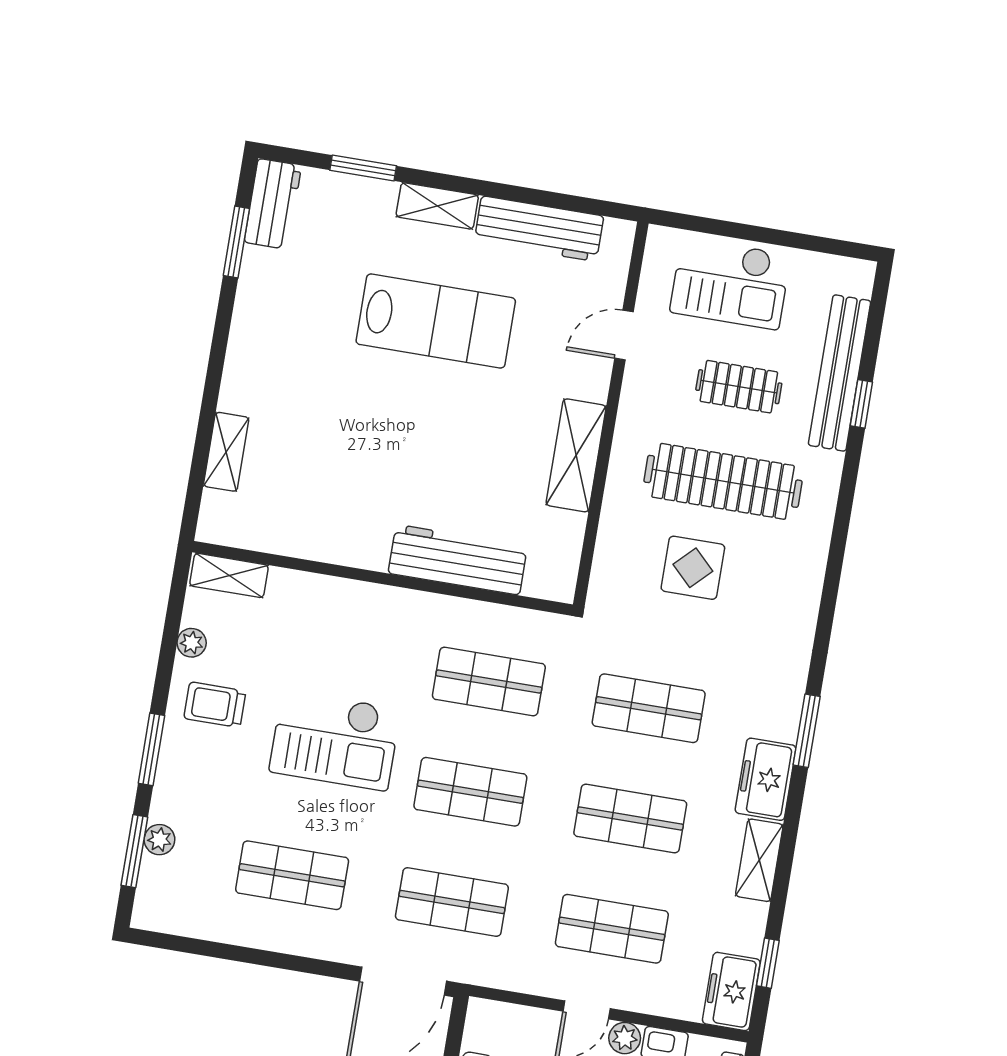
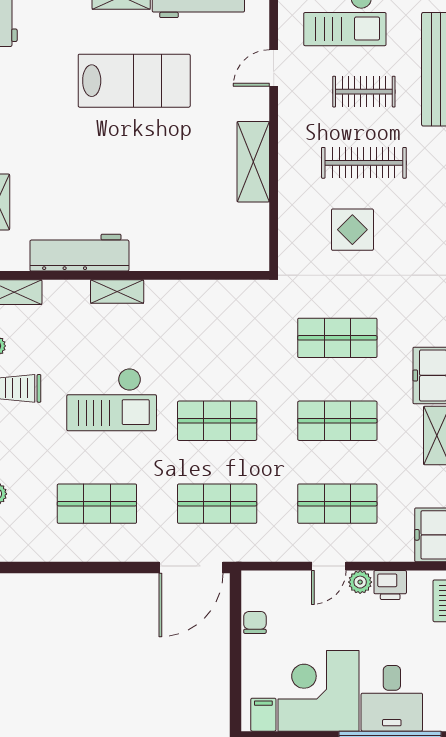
clothes rail: (723, 481) -> (364, 163), width x0.73, depth x0.76
workbench: (458, 560) -> (79, 253), moved
shelving: (366, 598) -> (117, 292), added
shop shelf: (489, 681) -> (217, 338), removed

